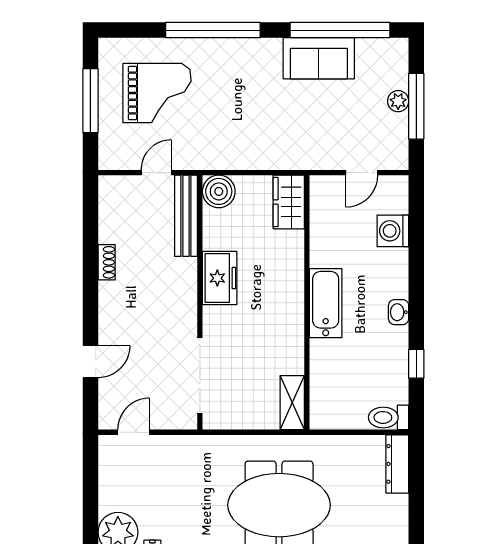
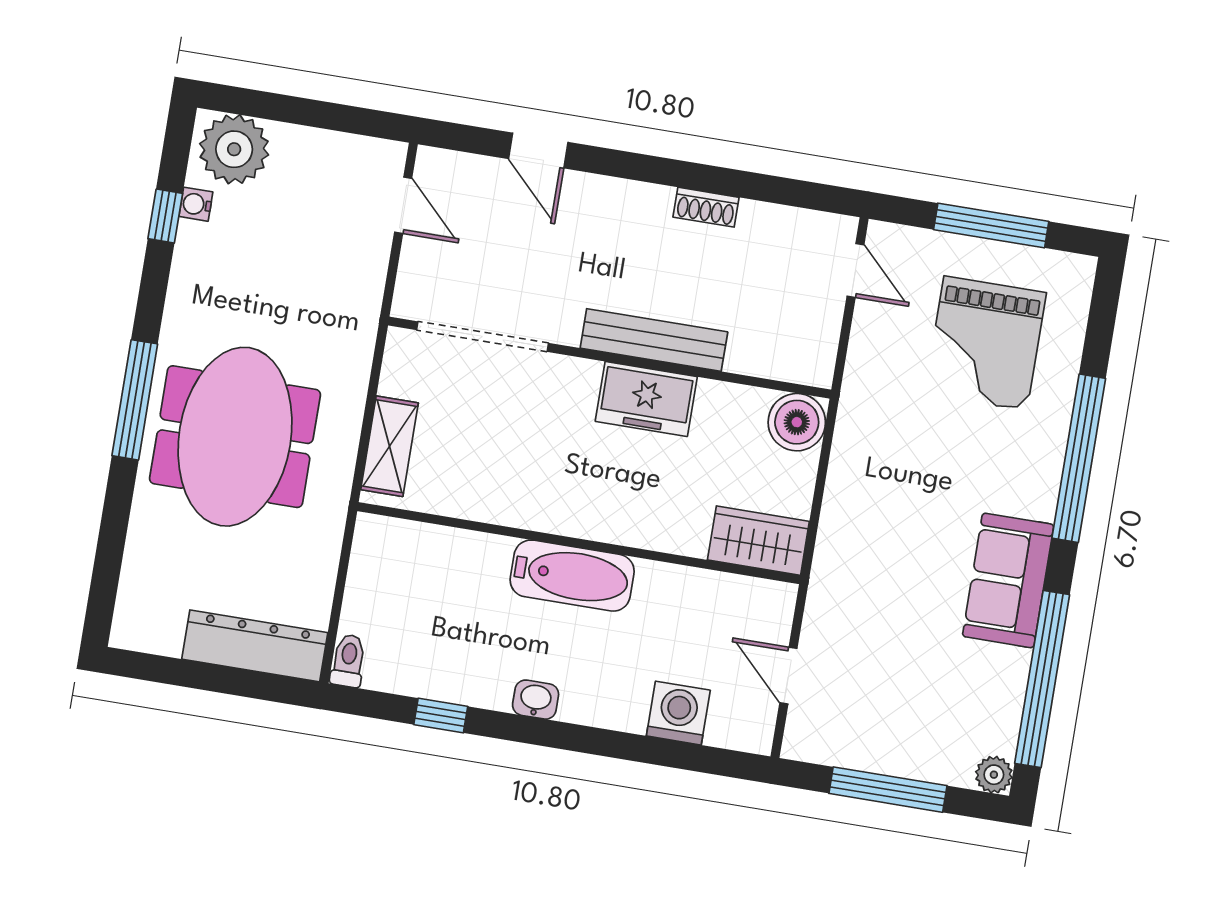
sofa: (319, 58) -> (1008, 580), moved
plant: (398, 101) -> (994, 775), moved
door: (156, 173) -> (856, 270), moved
bench: (186, 216) -> (654, 340), moved
shelving: (292, 403) -> (389, 446), moved, turned 90
toilet: (389, 417) -> (348, 661), width x0.73, depth x0.72
dresser: (397, 464) -> (255, 646), width x1.37, depth x1.24

